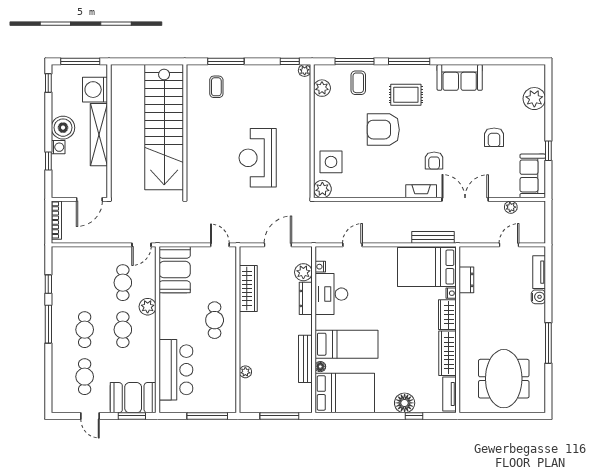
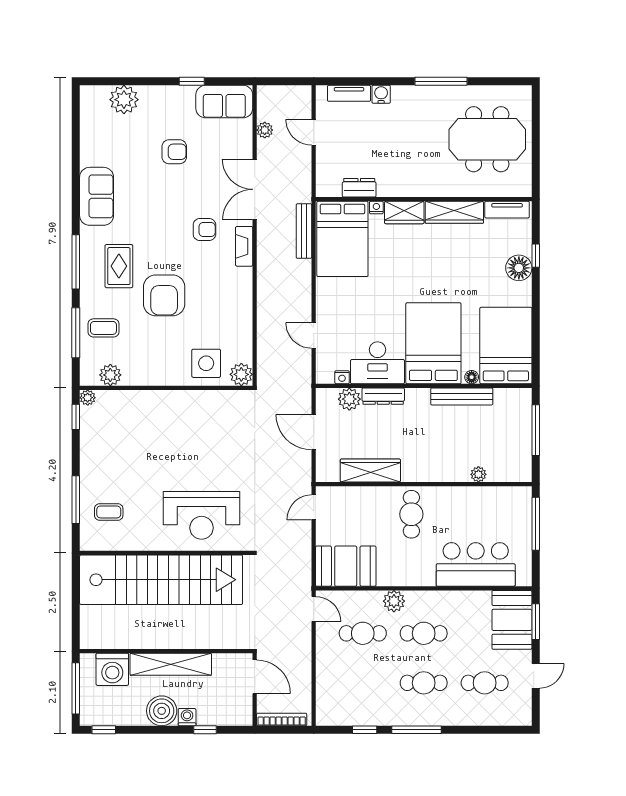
reception desk: (258, 158) -> (201, 515), moved
cafe table: (215, 320) -> (411, 514), turned 90
bed: (346, 344) -> (433, 343), width x1.50

